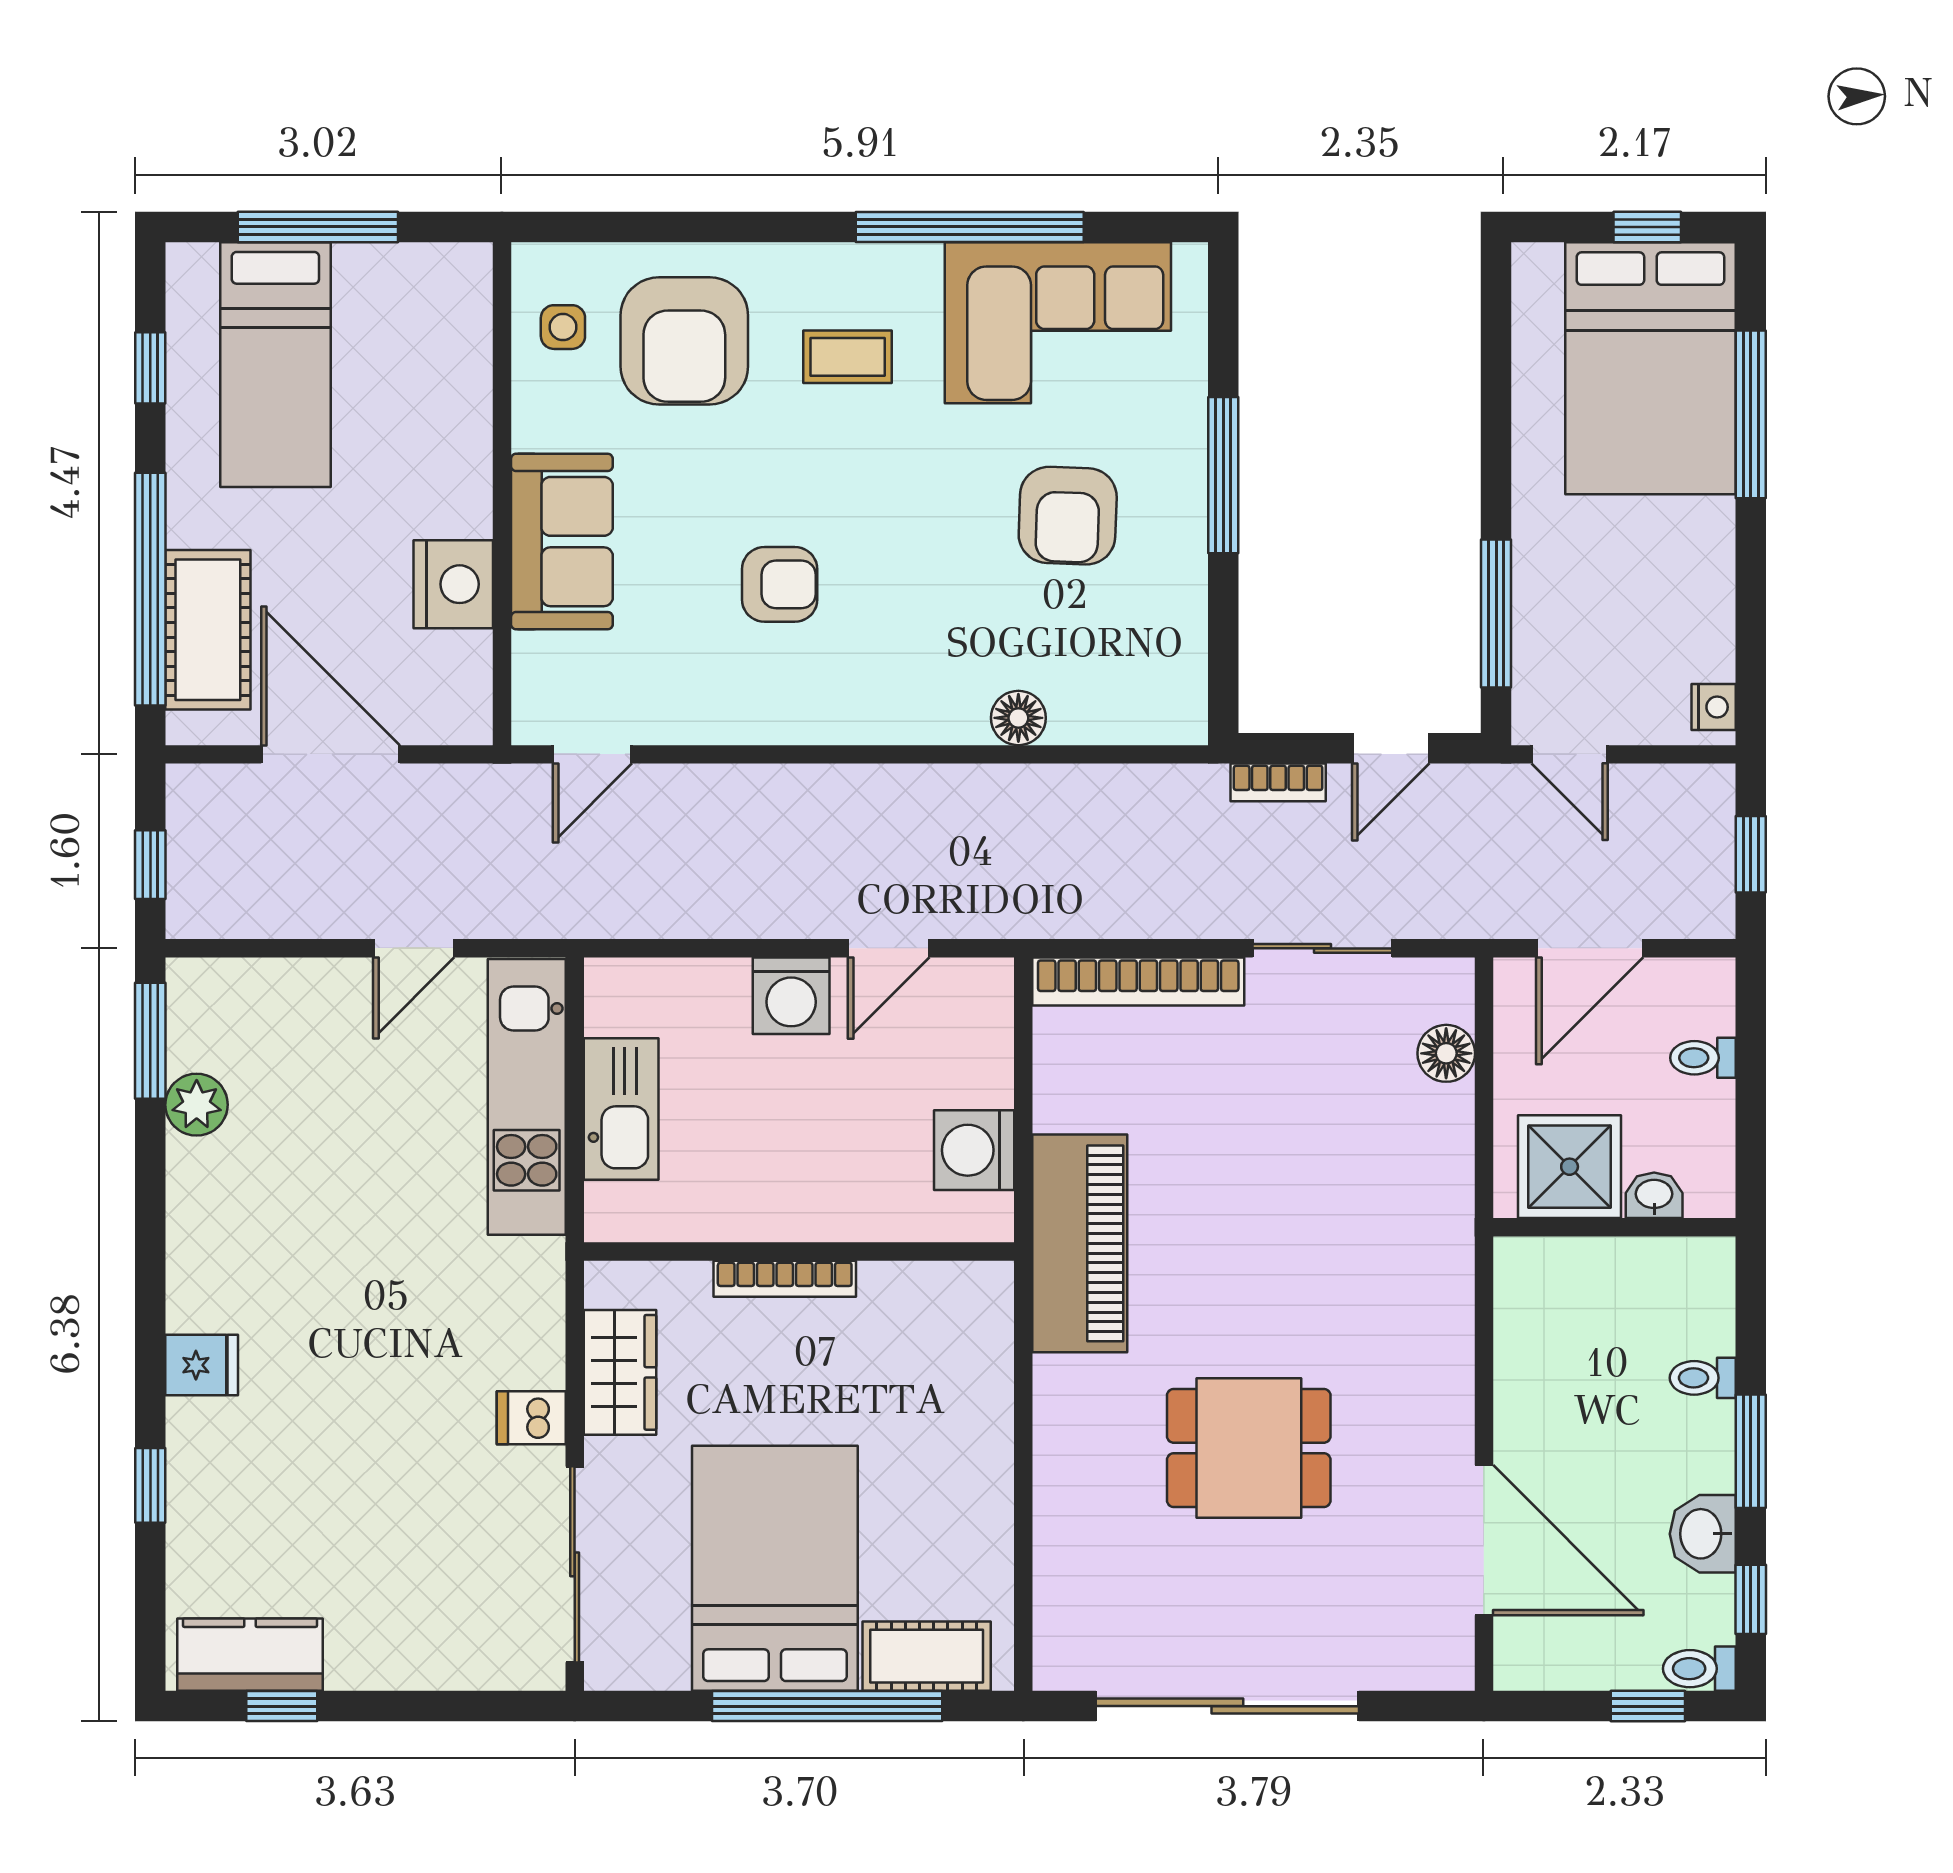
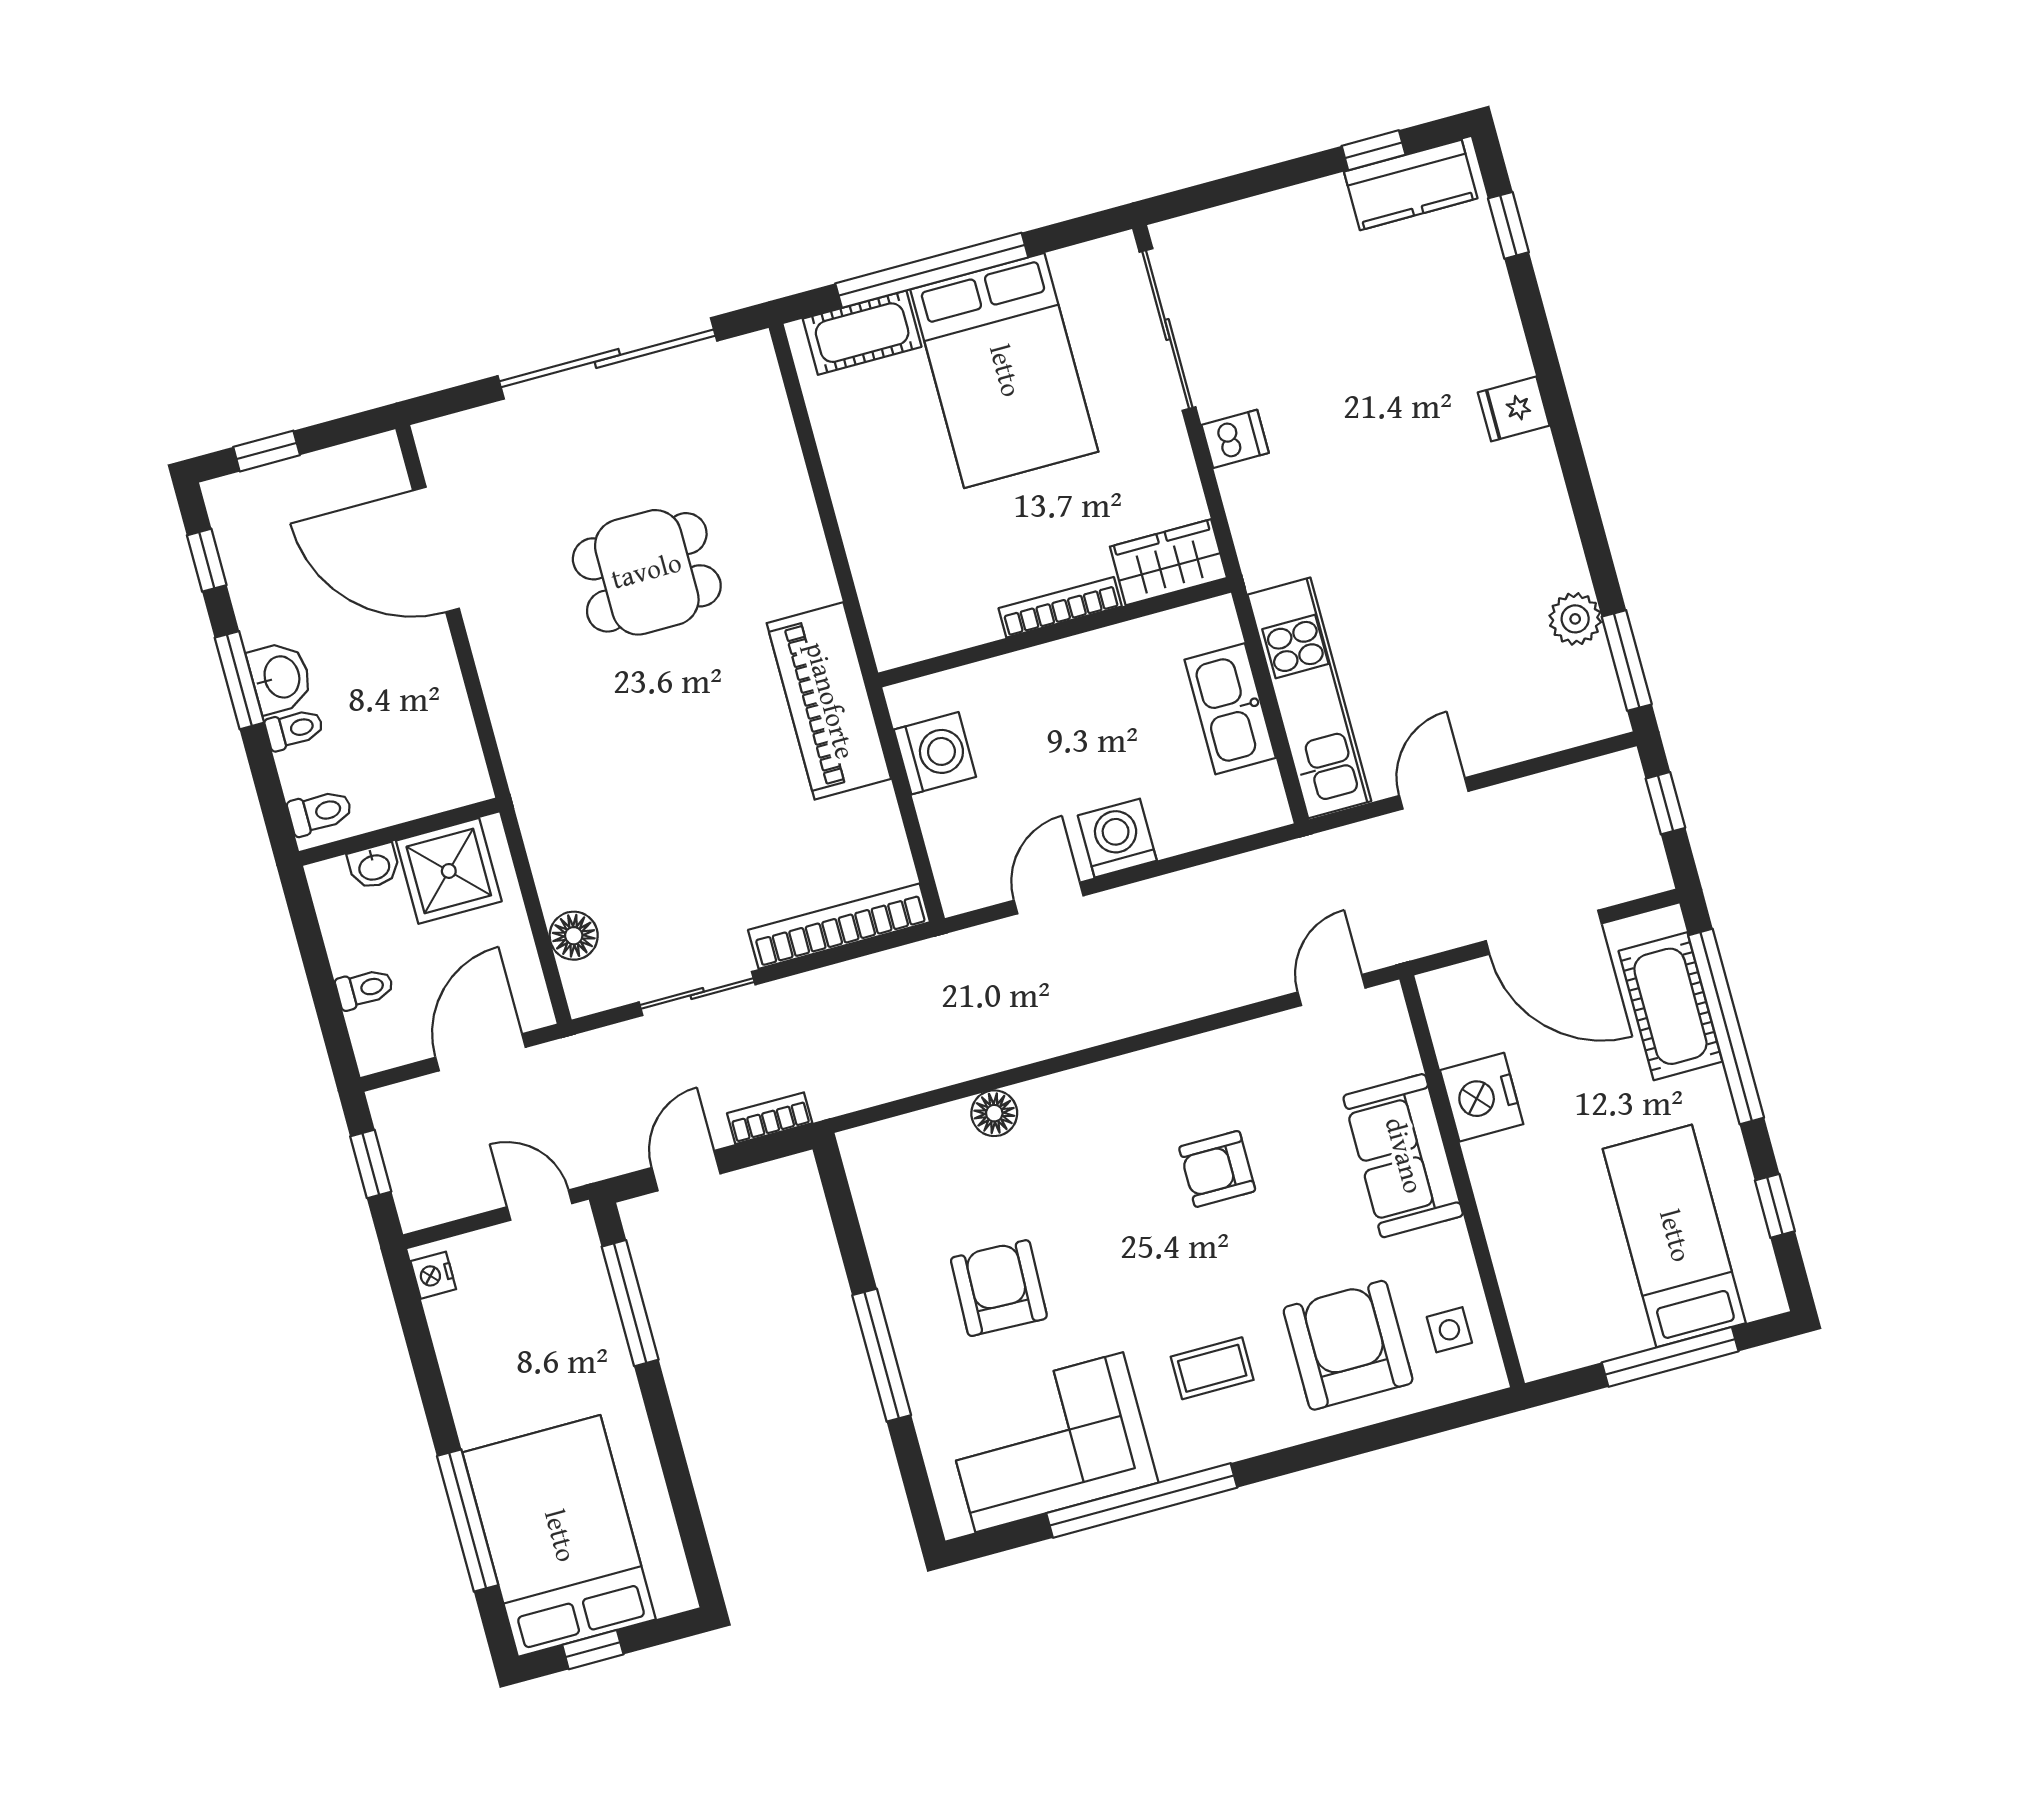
wardrobe: (620, 1372) -> (1168, 562), moved, turned 90
window: (150, 1485) -> (1508, 225), moved
washbasin: (1703, 1534) -> (280, 677), moved
toilet: (1699, 1669) -> (320, 812), moved

